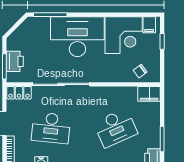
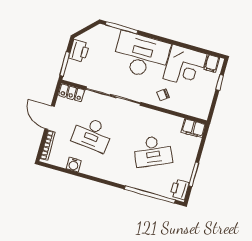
printer: (15, 61) -> (79, 51), moved
chair: (140, 71) -> (163, 95), moved

